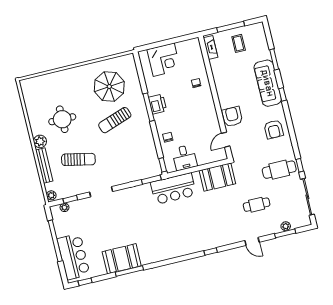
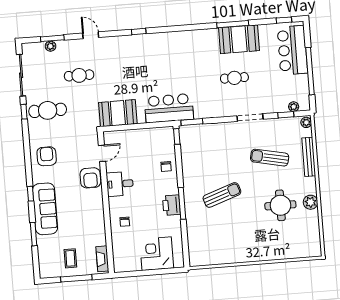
parasol: (109, 87) -> (222, 233), removed
plant: (40, 141) -> (311, 202), moved
desk: (185, 158) -> (120, 184), moved, turned -90
cafe table: (120, 224) -> (234, 78), added

